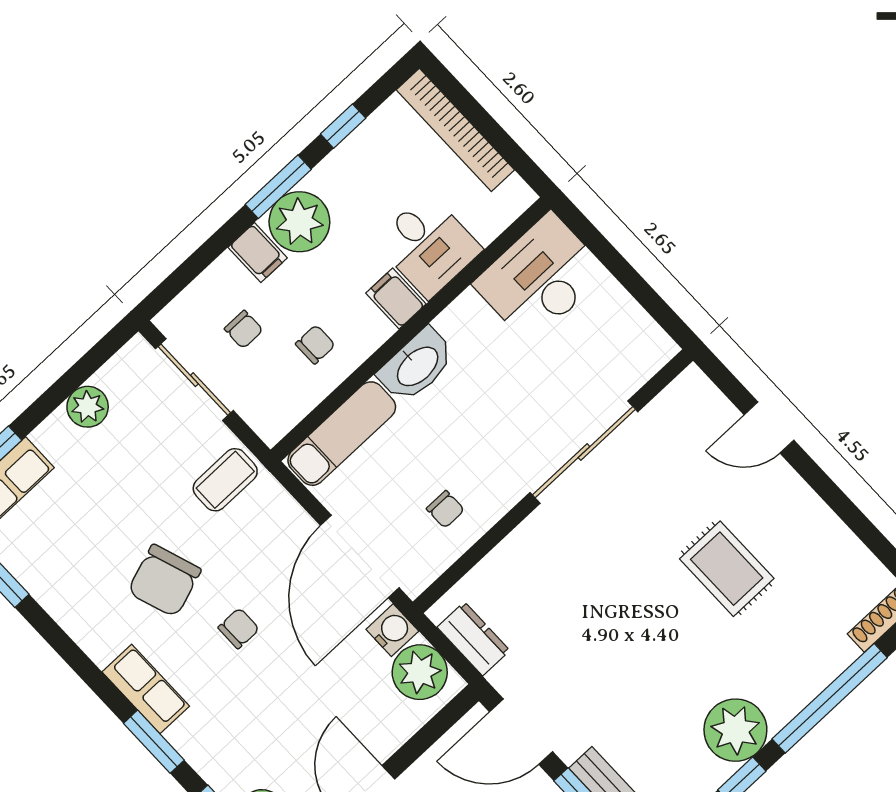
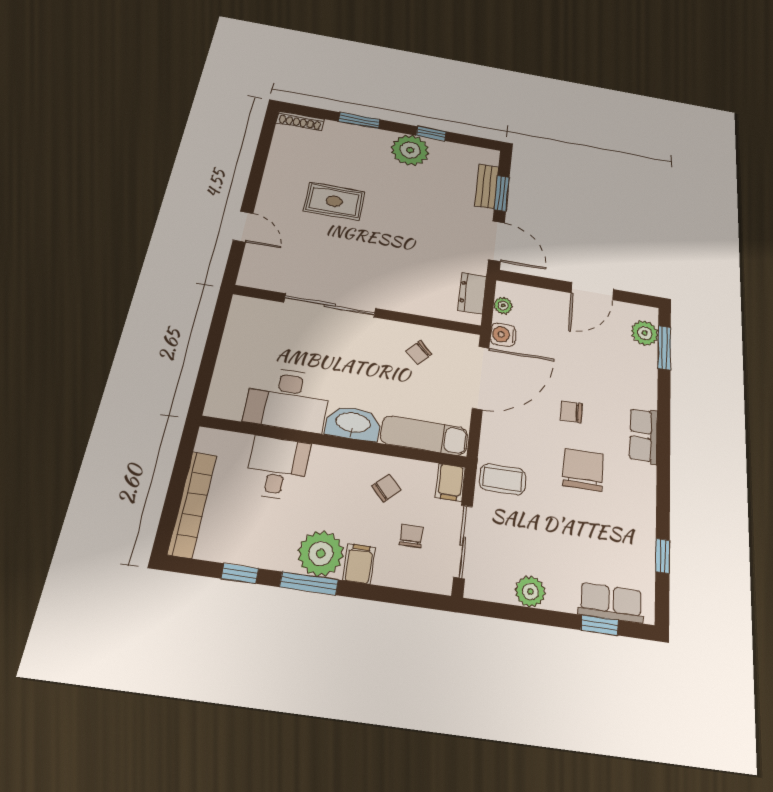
desk: (540, 278) -> (288, 399), moved
filing cabinet: (396, 299) -> (450, 482), moved
chair: (315, 344) -> (386, 488), turned 136
chair: (445, 509) -> (419, 353), turned -138
rug: (727, 569) -> (334, 201), turned 90
chair: (164, 581) -> (583, 470), turned -71
plant: (420, 672) -> (503, 306), width x0.53, depth x0.53
window: (830, 698) -> (359, 121), width x0.47
window: (154, 742) -> (664, 411), removed

